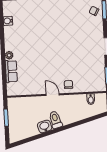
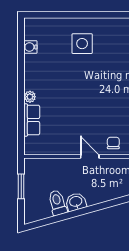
side table: (44, 17) -> (82, 44), added
toilet: (55, 120) -> (57, 203), moved

